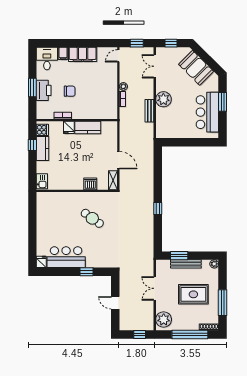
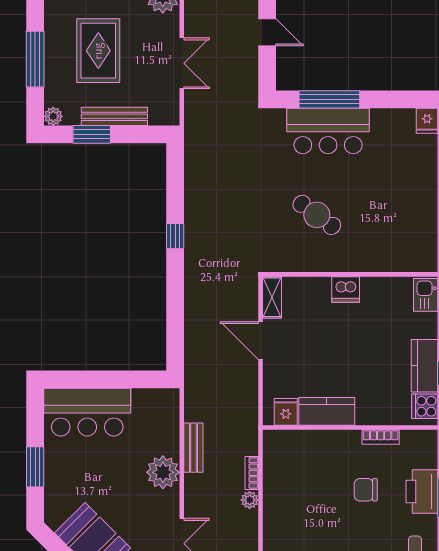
bar counter: (207, 112) -> (87, 412), moved, turned 90
fridge: (69, 127) -> (286, 412), moved
dishwasher: (90, 184) -> (346, 289), moved
window: (179, 256) -> (92, 134), moved
bar counter: (66, 257) -> (328, 131), moved
window: (86, 272) -> (329, 99), width x2.17
rug: (193, 294) -> (98, 51), turned 90
window: (223, 303) -> (35, 59), moved

